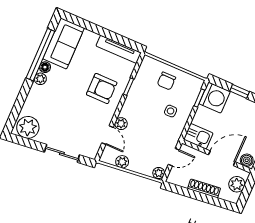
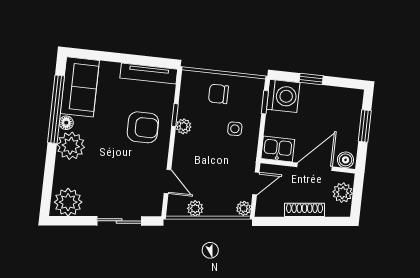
plant: (40, 79) -> (71, 146), width x1.88, depth x1.88
chair: (166, 81) -> (219, 94), turned 90
plant: (121, 124) -> (184, 126), moved

